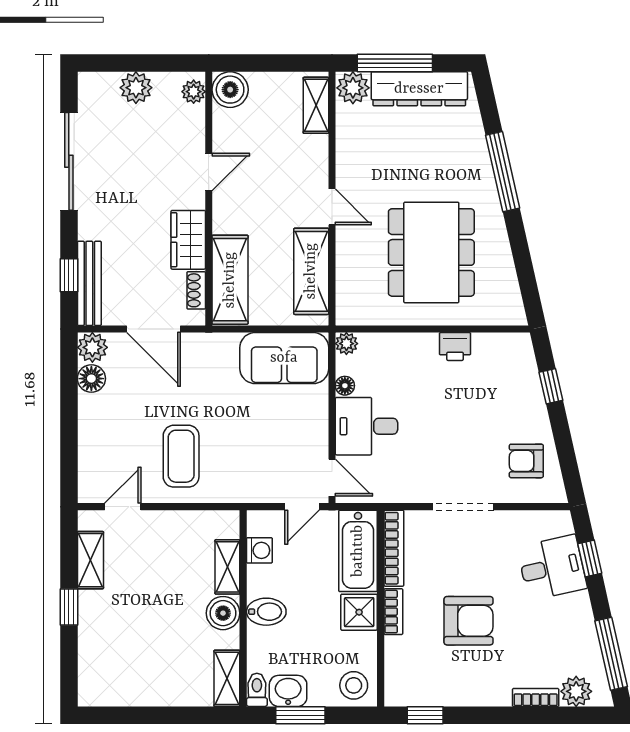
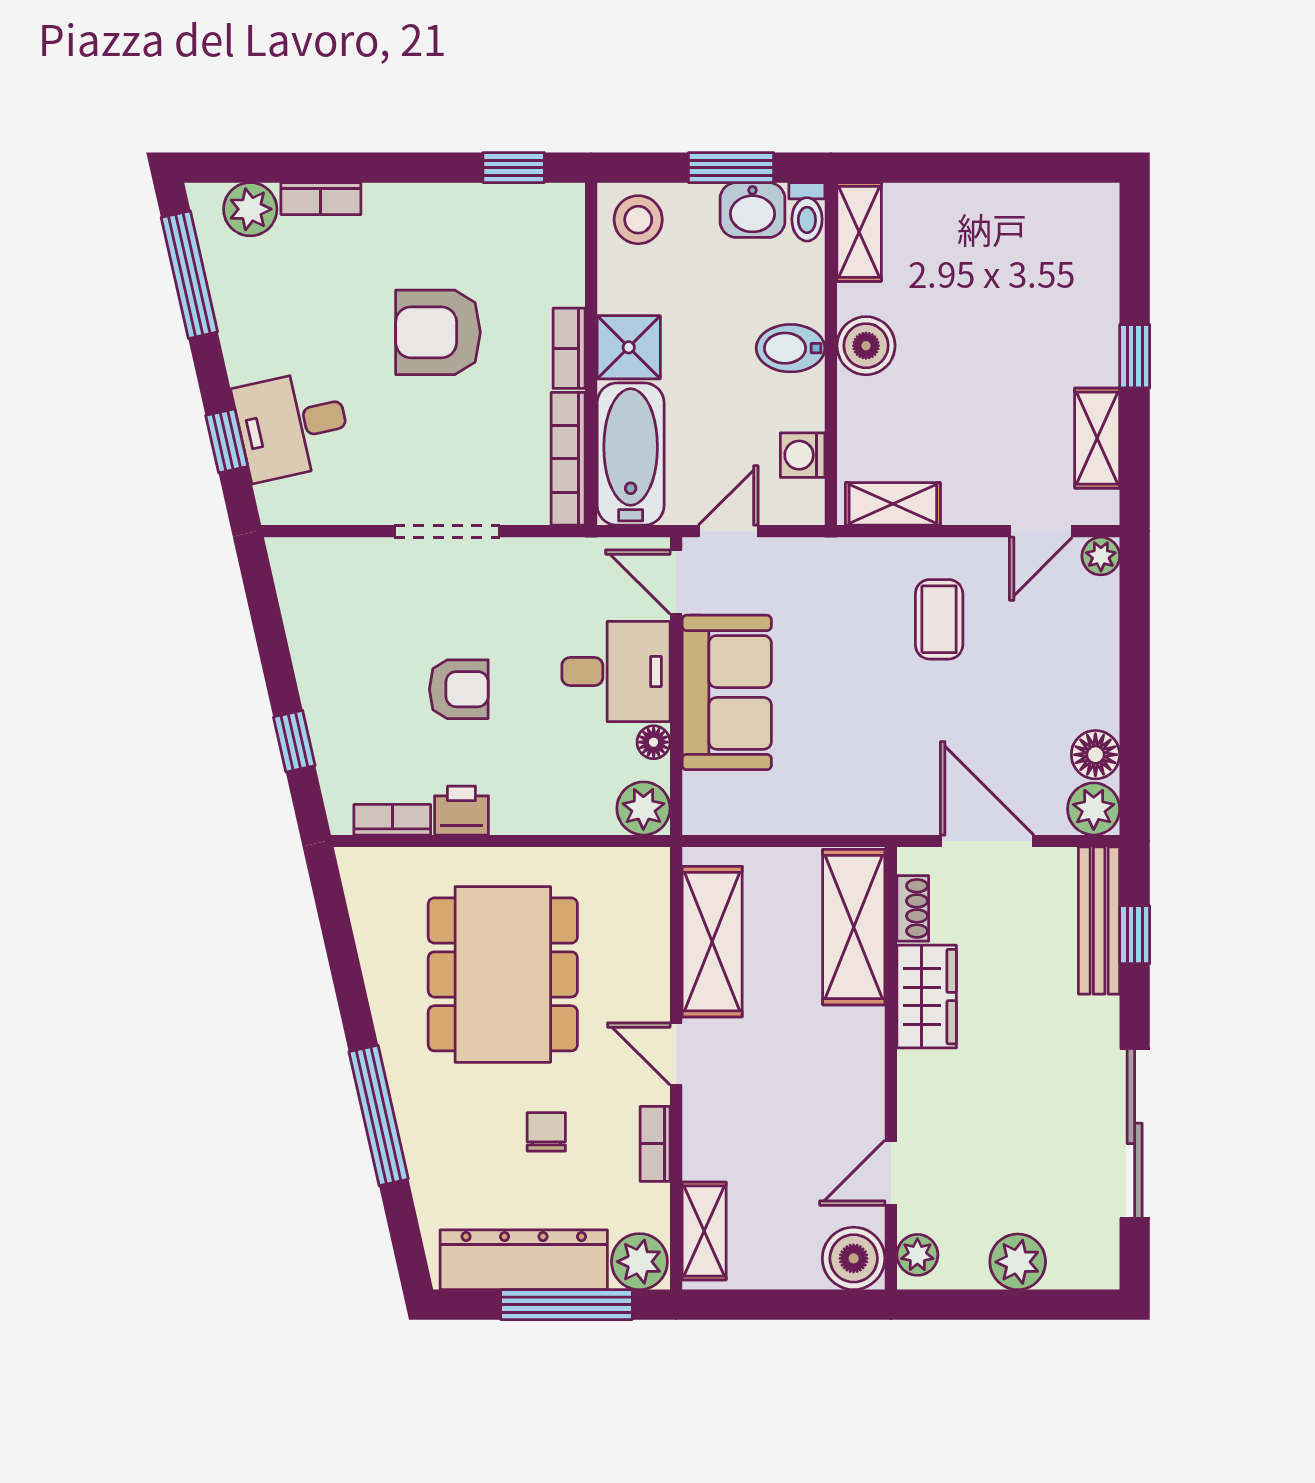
bookcase: (344, 155) -> (655, 1144), added
chair: (406, 162) -> (546, 1132), added
door: (209, 172) -> (891, 1173), moved
bookcase: (495, 341) -> (392, 820), added
plant: (346, 344) -> (643, 808), width x1.38, depth x1.38
sofa: (284, 358) -> (727, 692), moved, turned 90
coffee table: (181, 456) -> (939, 619), width x0.73, depth x0.77
armchair: (526, 461) -> (459, 689), moved
plant: (88, 492) -> (1101, 556), added
shelving: (227, 567) -> (893, 504), moved, turned 90

